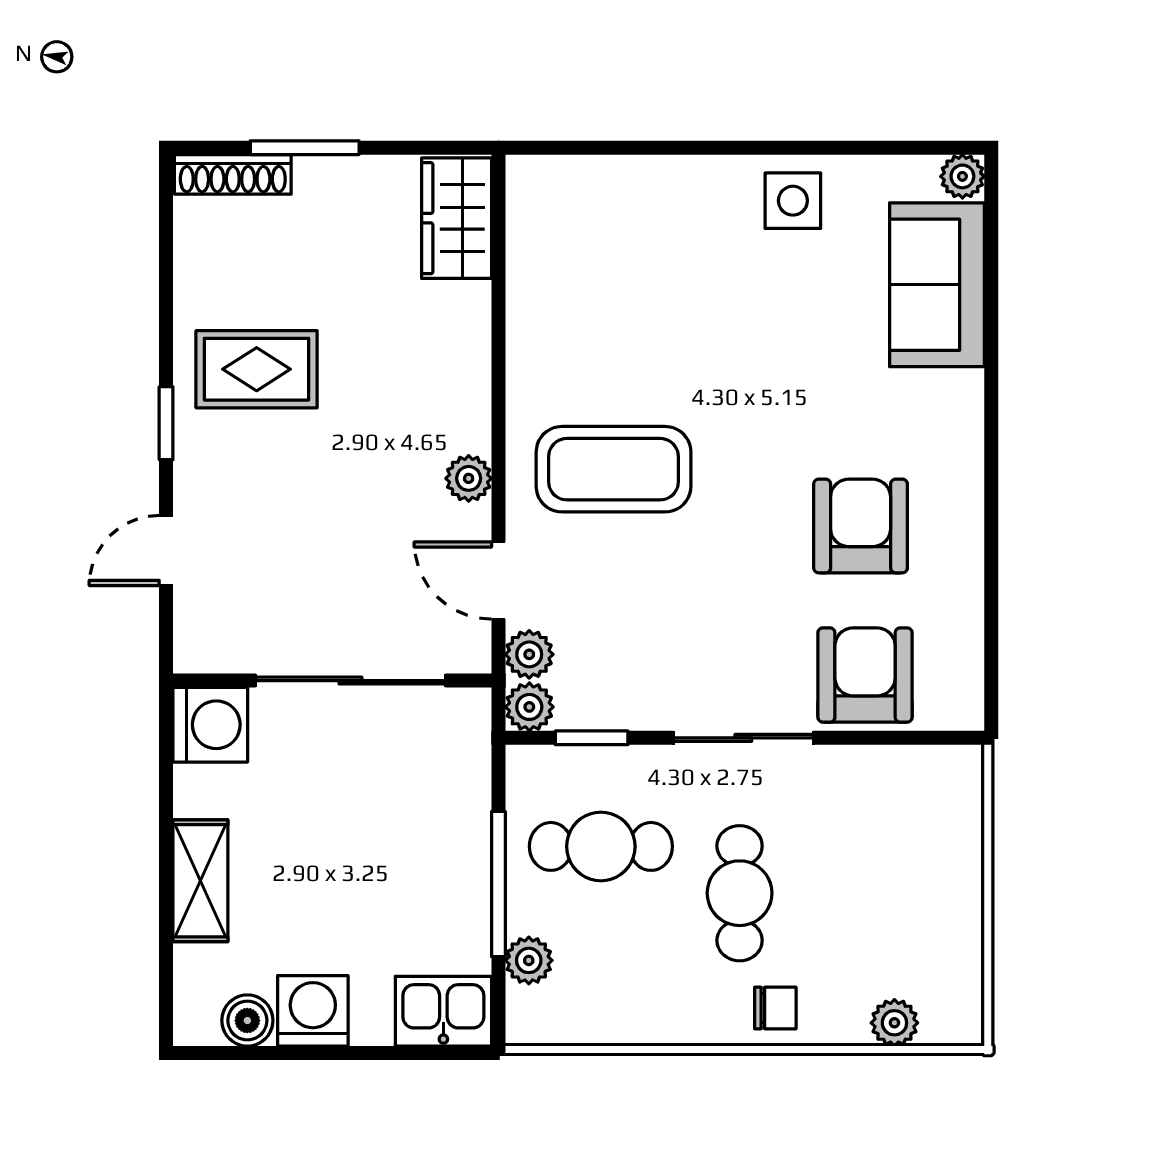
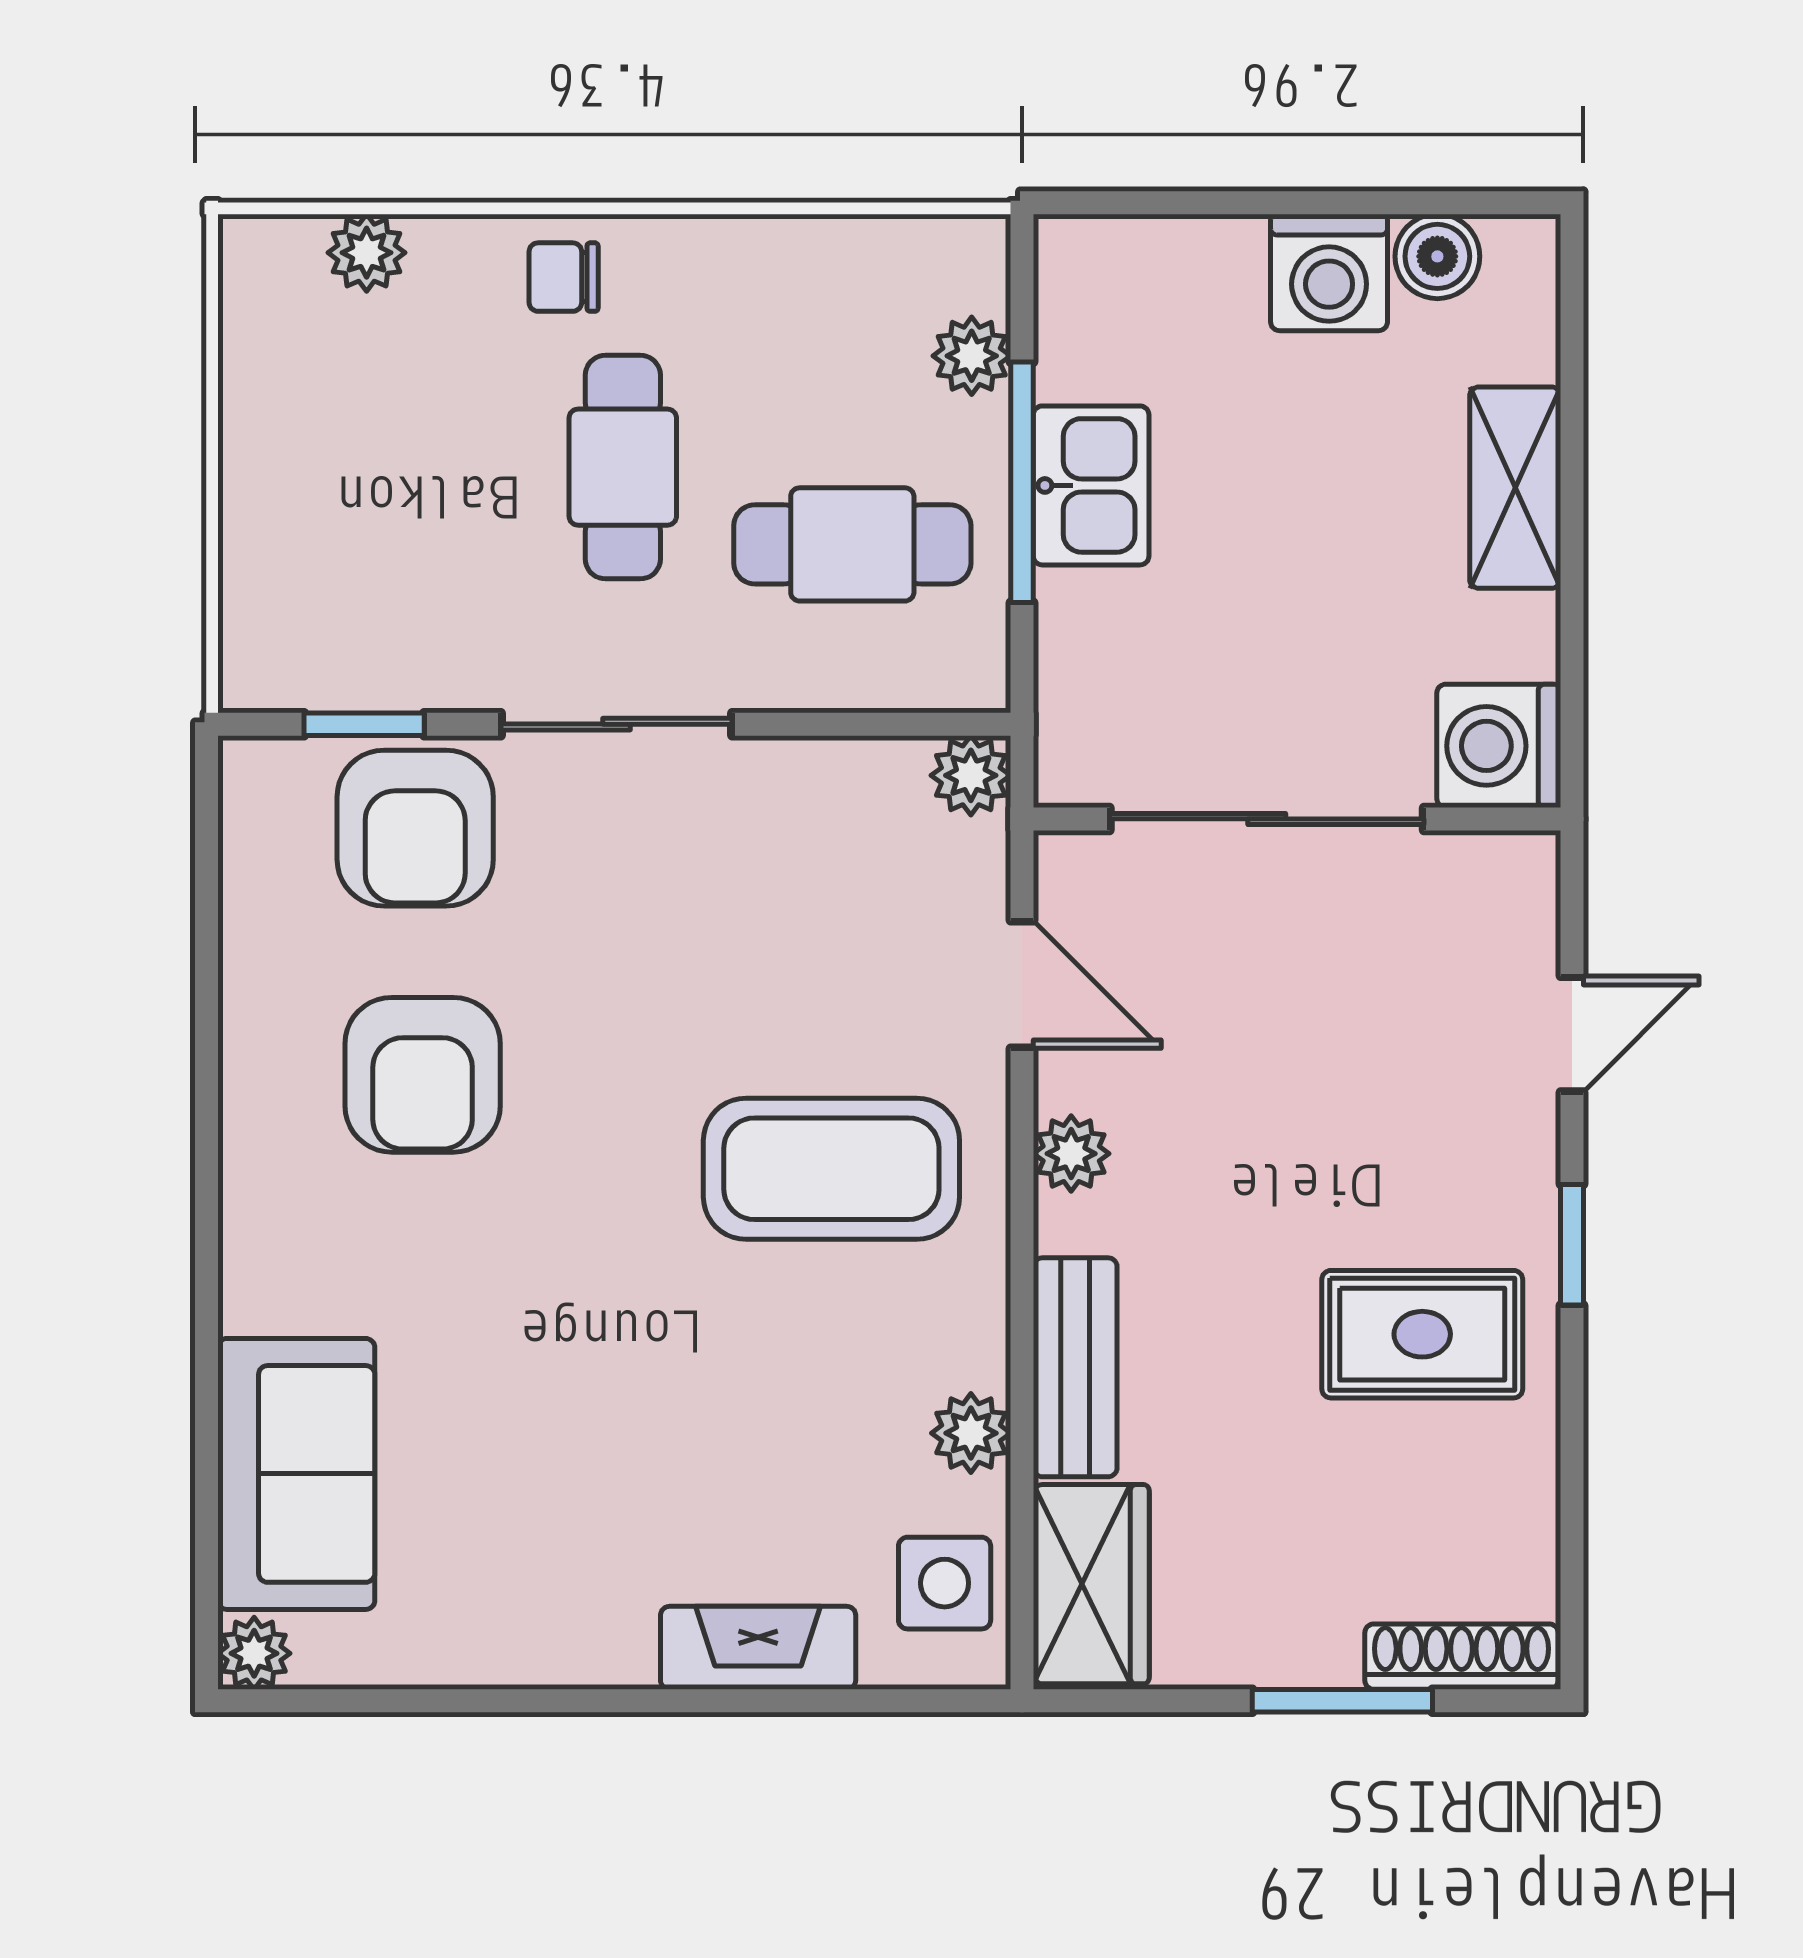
fireplace: (658, 180) -> (758, 1648), added
side table: (793, 201) -> (945, 1583), moved
bench: (466, 349) -> (1075, 1367), added
plant: (529, 654) -> (971, 1433), moved
window: (592, 738) -> (364, 724), moved
kitchen sink: (443, 1011) -> (1091, 485), moved, turned -90

